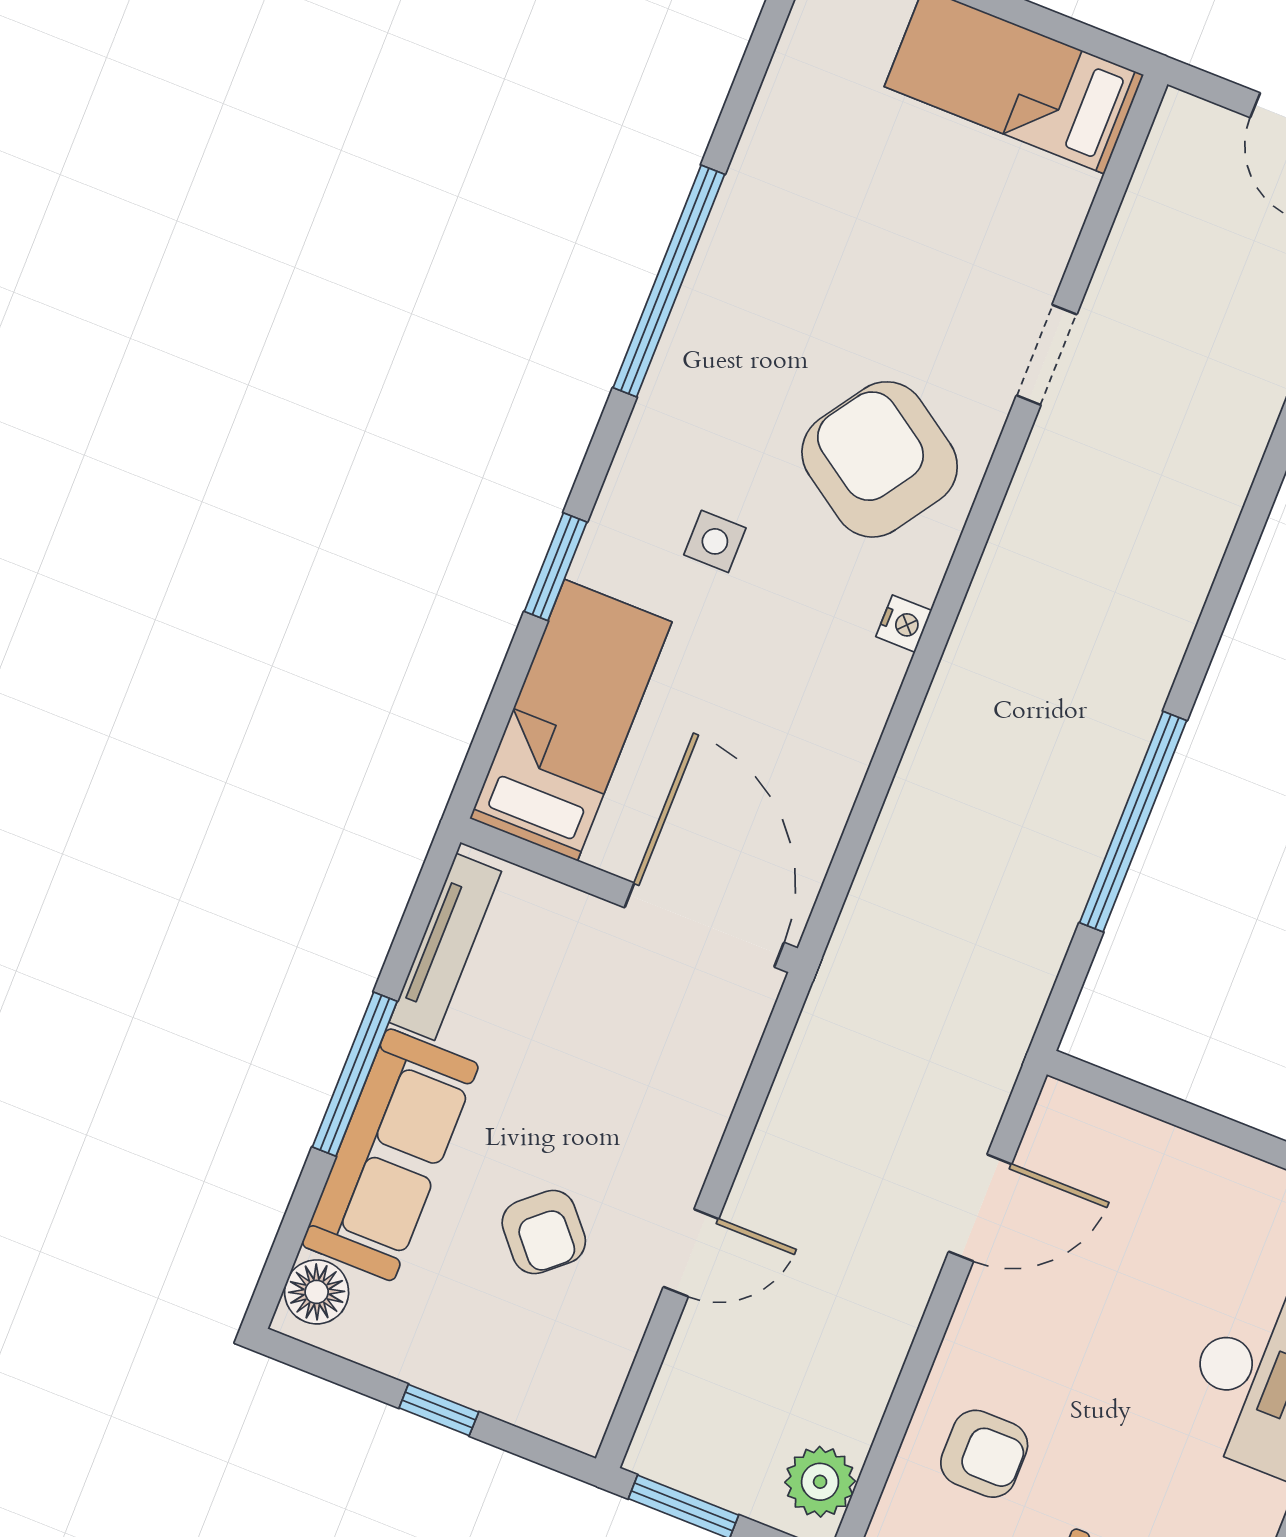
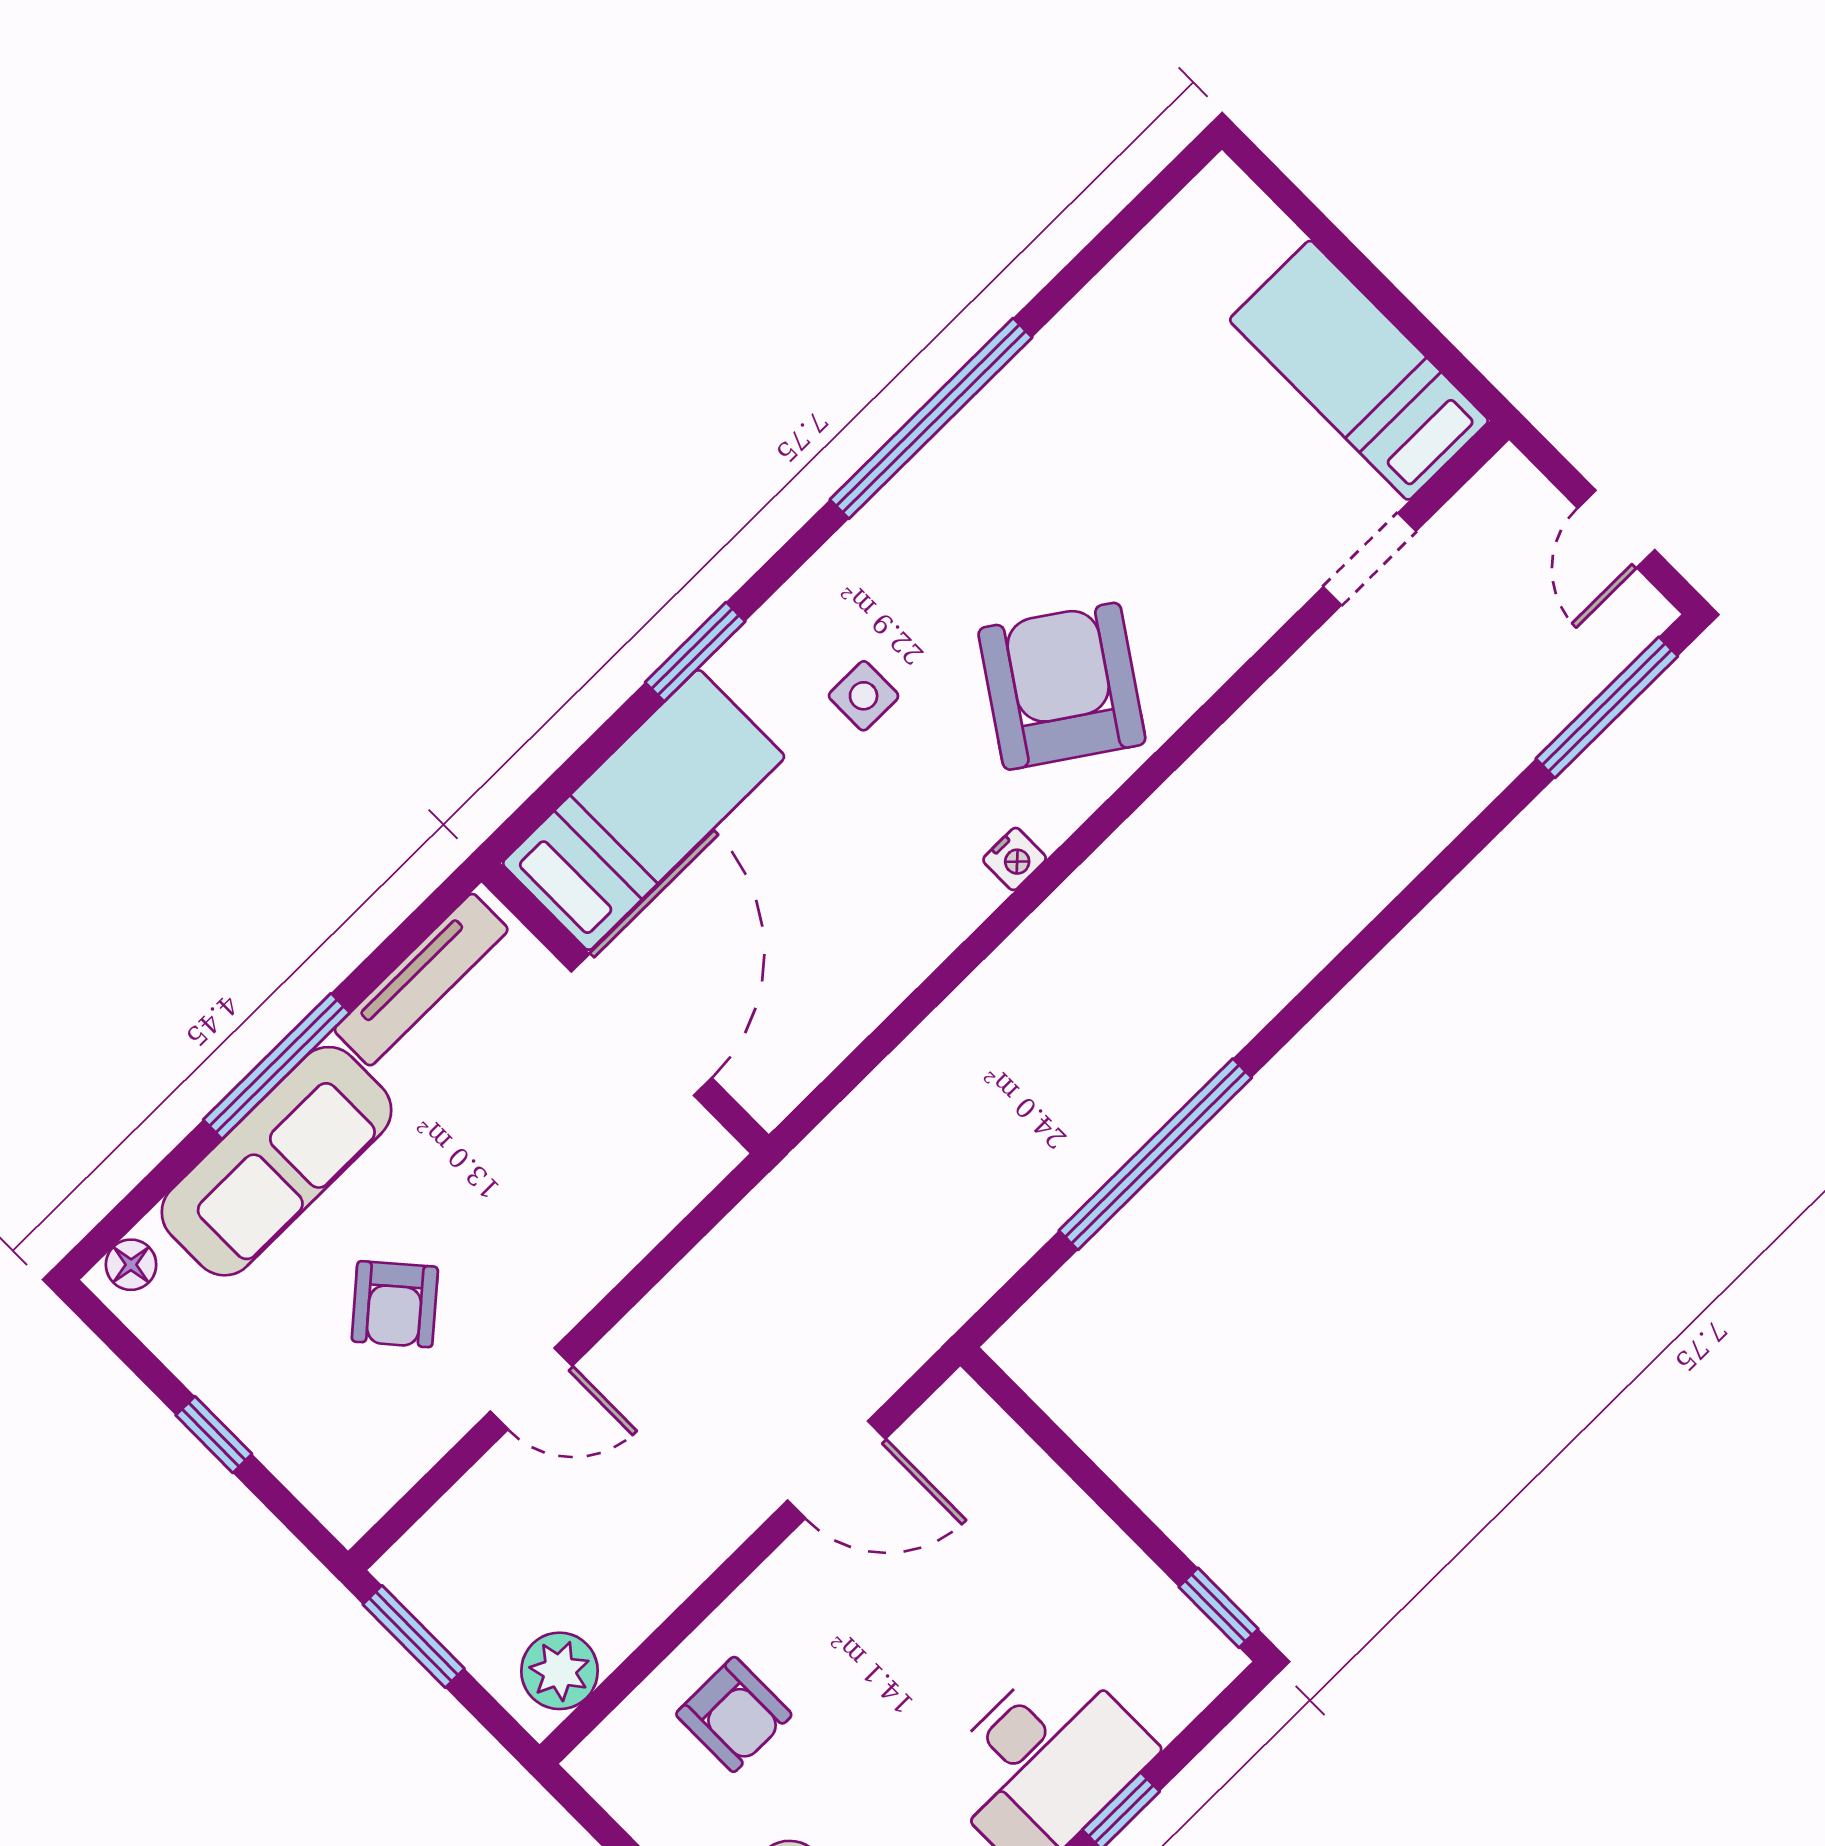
doorway: (1047, 355) -> (1370, 559), moved
door: (704, 925) -> (642, 1025), moved
floor lamp: (317, 1292) -> (131, 1265), width x0.73, depth x0.73

